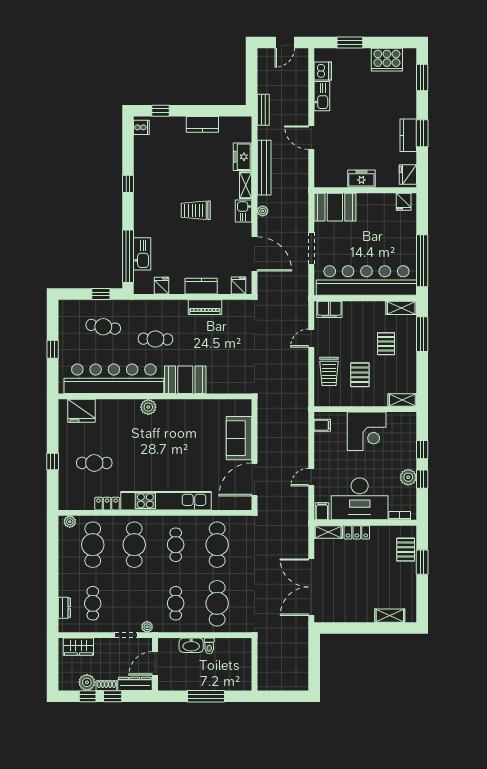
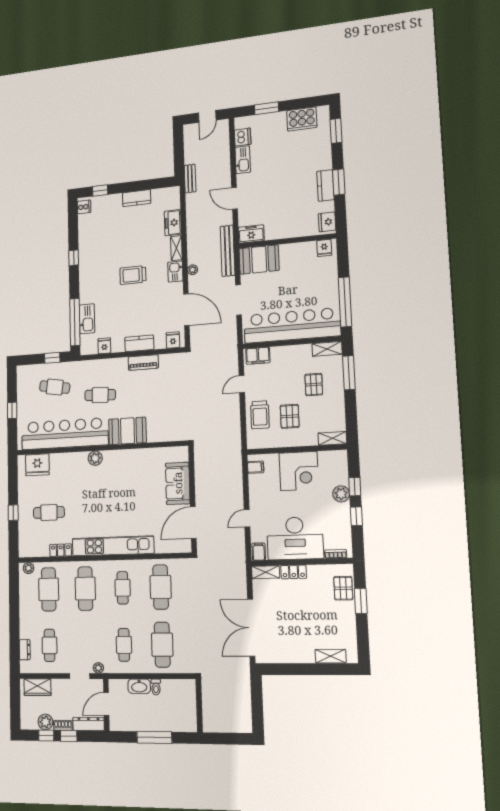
bench: (264, 168) -> (228, 251), moved
freezer: (361, 179) -> (251, 234), moved
plant: (408, 477) -> (341, 494), moved

